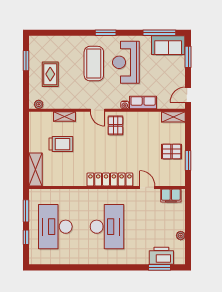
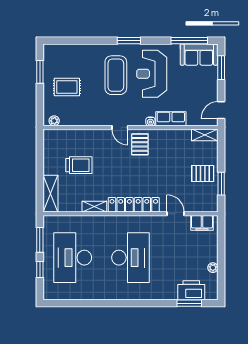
rug: (50, 74) -> (67, 87), turned 90
shelving: (65, 117) -> (94, 207), moved

